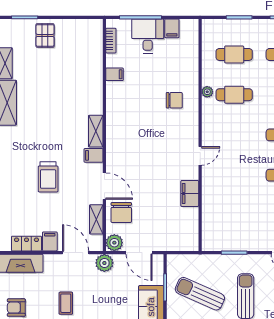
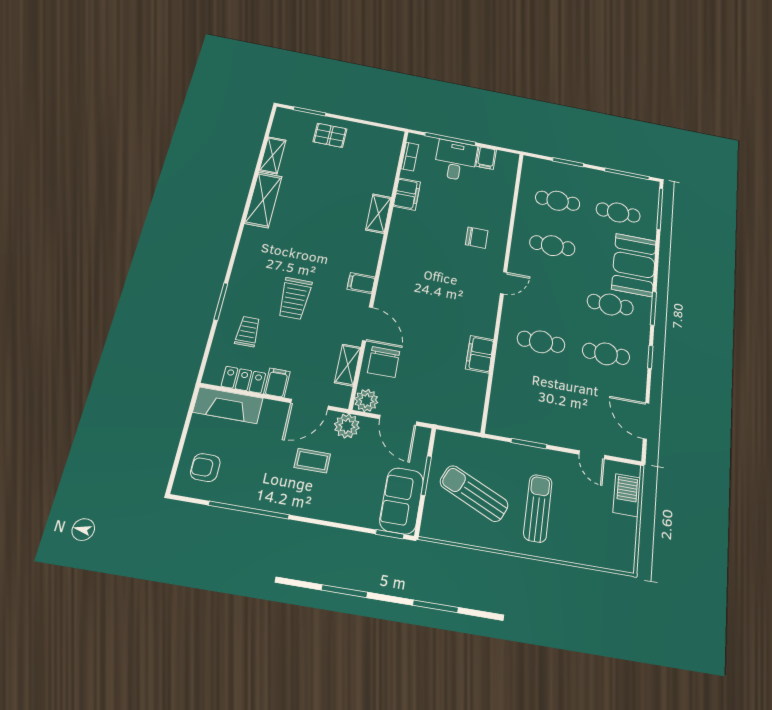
pallet: (45, 35) -> (330, 135), turned 90
filing cabinet: (115, 74) -> (407, 194), width x2.00
plant: (207, 92) -> (519, 236), removed
shelving: (96, 131) -> (379, 214), moved
door: (200, 156) -> (504, 283), moved
cafe table: (234, 175) -> (541, 342), added
trolley: (21, 208) -> (248, 331), added
door: (76, 253) -> (310, 404), swing flipped
coffee table: (66, 303) -> (312, 461), moved, turned 90

